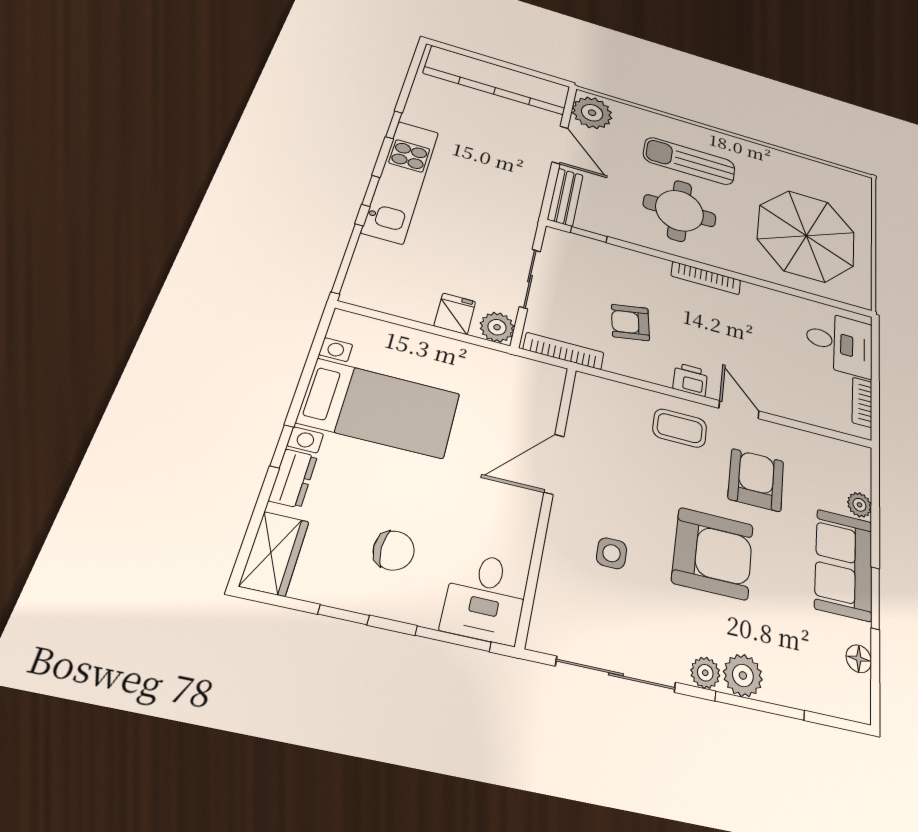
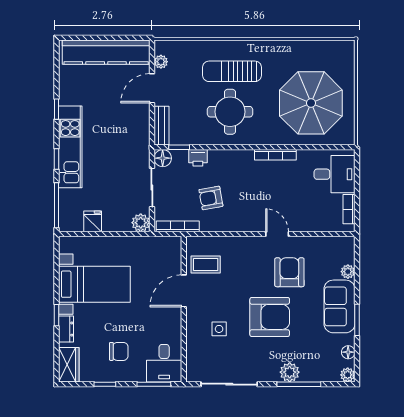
plant: (592, 113) -> (161, 62), width x0.53, depth x0.53
door: (560, 145) -> (152, 88), swing flipped
floor lamp: (558, 242) -> (163, 158), added
bookcase: (706, 278) -> (275, 155), moved
fridge: (455, 314) -> (93, 221), moved
printer: (690, 380) -> (198, 158), moved, turned 180
coffee table: (680, 428) -> (206, 264), moved
plant: (705, 673) -> (348, 375), moved

